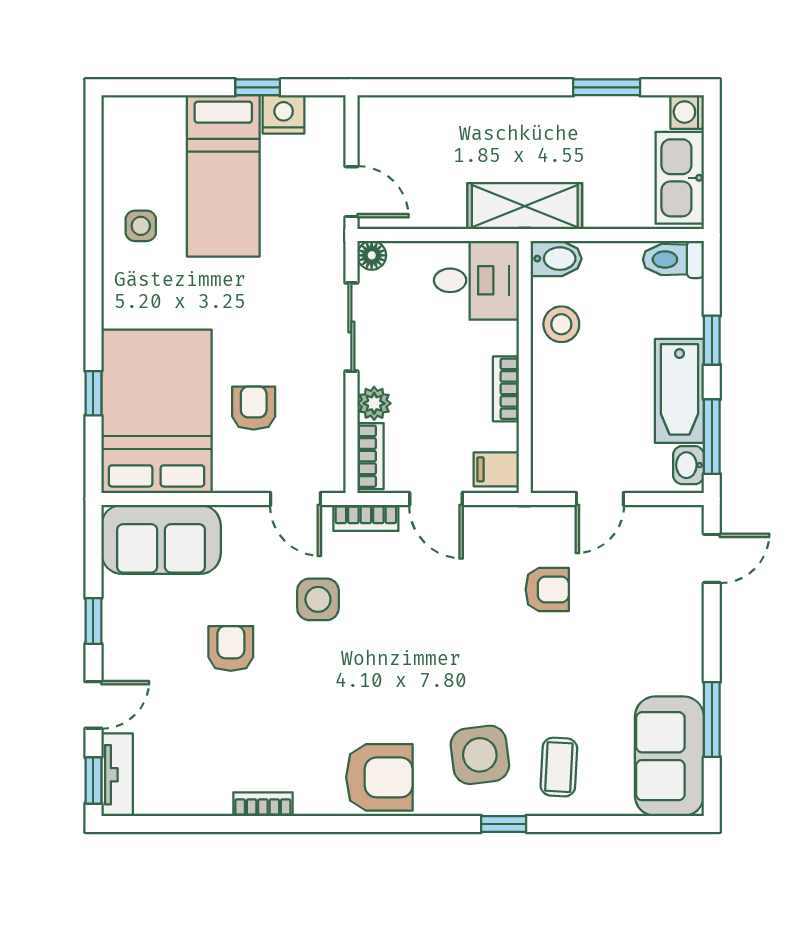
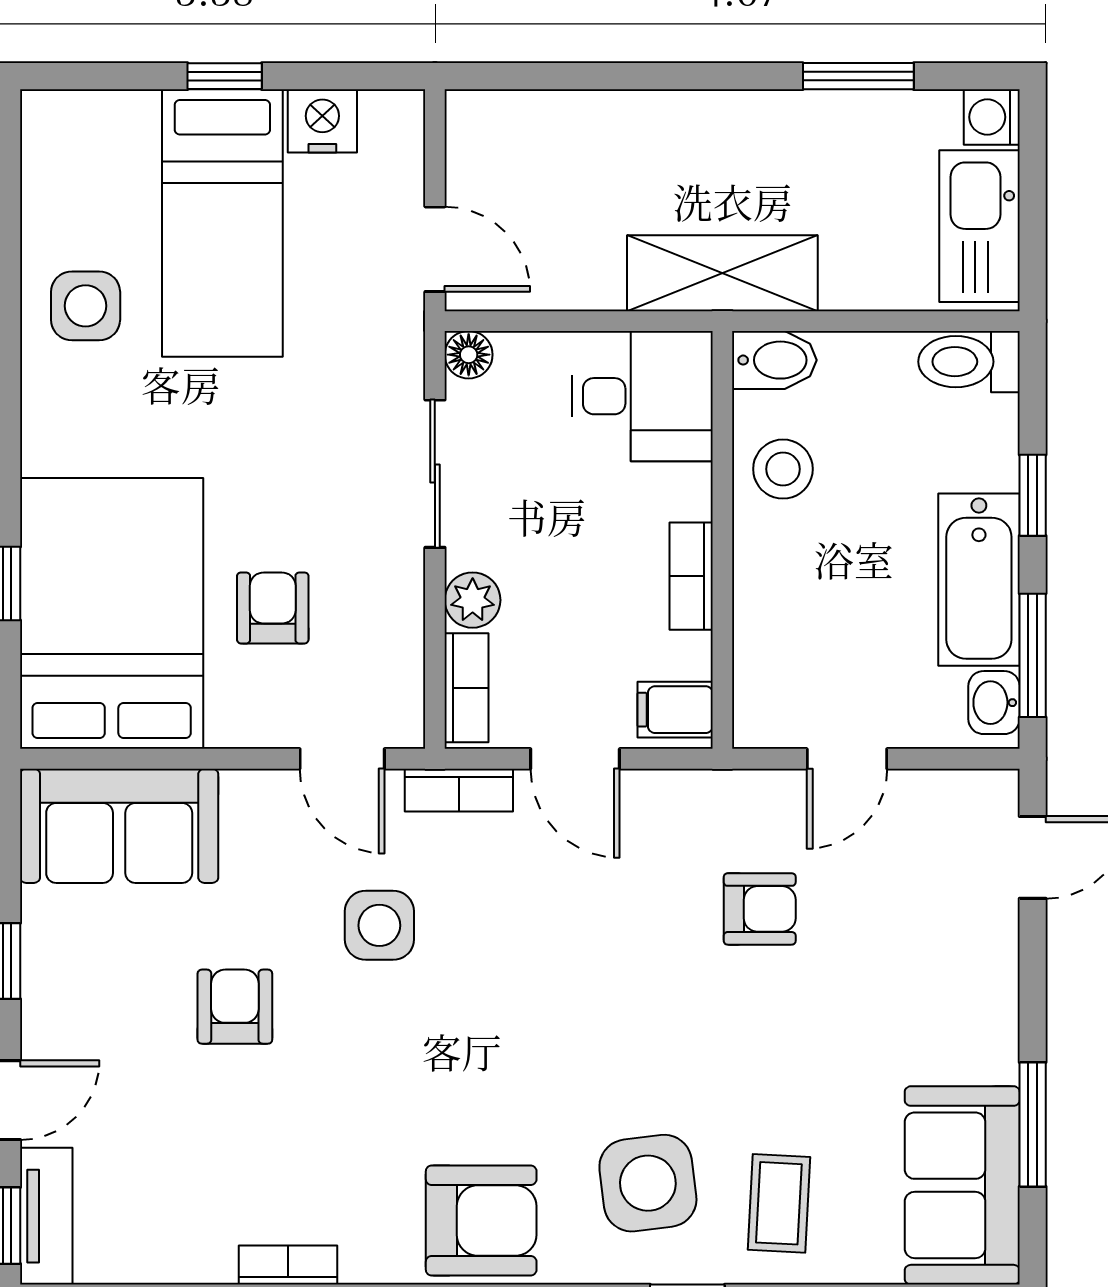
window: (258, 87) -> (225, 76), moved
side table: (141, 226) -> (86, 306), width x1.37, depth x1.37

